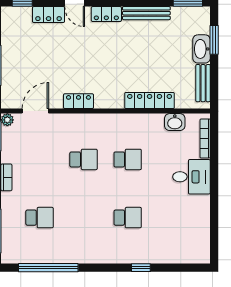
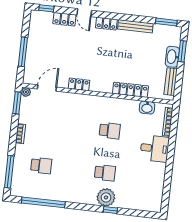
school desk: (84, 159) -> (78, 127), removed
plant: (133, 251) -> (106, 197), added

